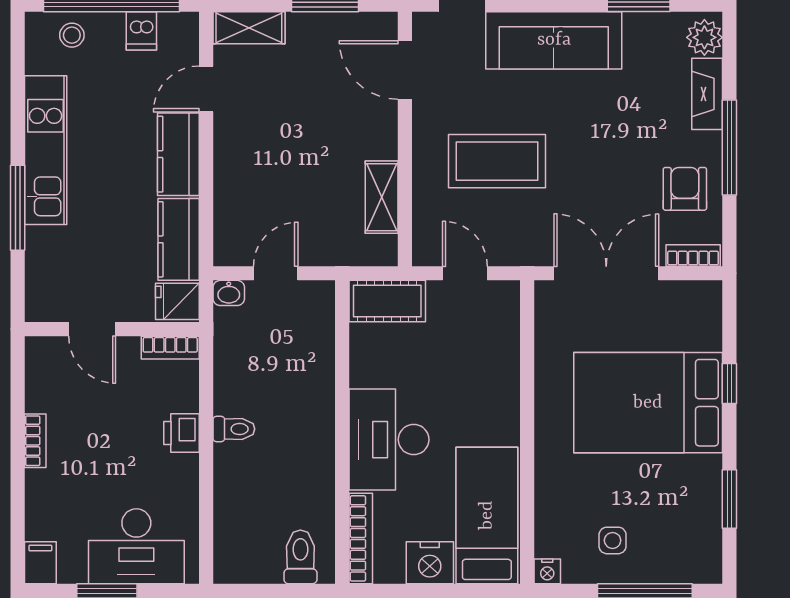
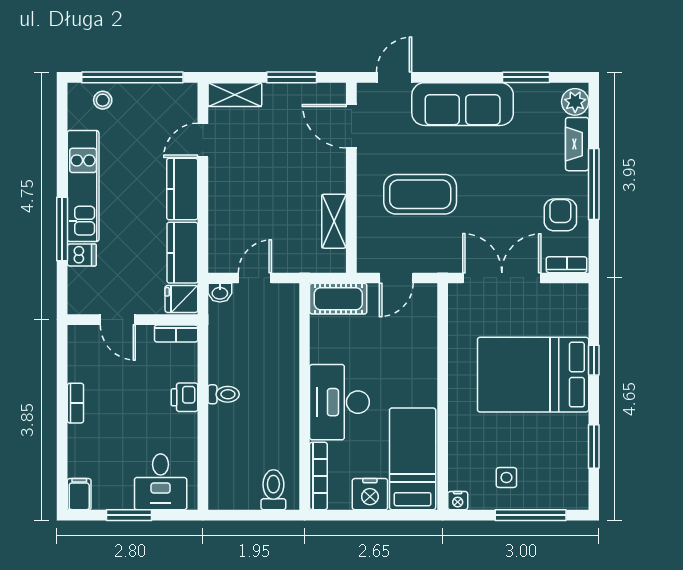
dishwasher: (141, 31) -> (82, 255), moved, turned -90
door: (465, 273) -> (396, 278), swing flipped
desk: (136, 546) -> (161, 482), width x0.73

